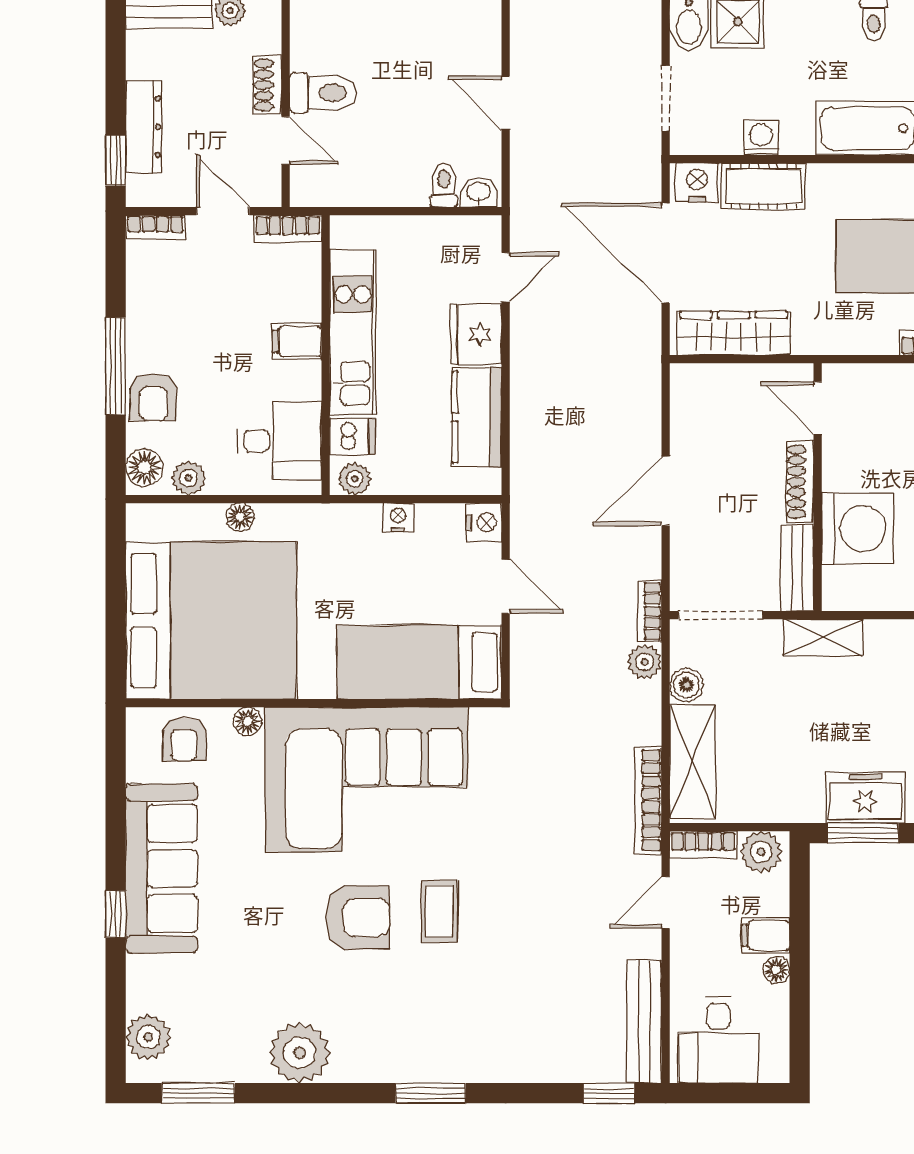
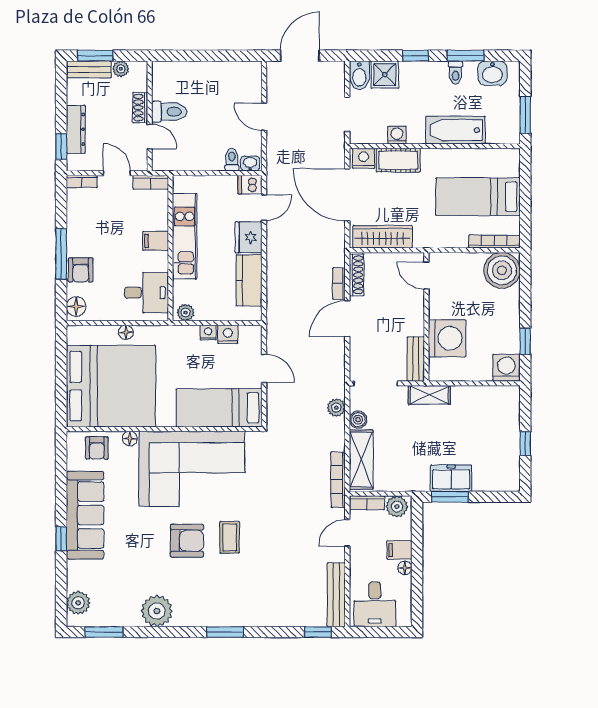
dishwasher: (353, 436) -> (250, 185), moved, turned 180
plant: (189, 478) -> (99, 312), removed
shoe rack: (800, 482) -> (357, 275), moved, turned 180
nightstand: (484, 522) -> (228, 334), moved, turned -90
bookcase: (649, 611) -> (339, 283), moved

